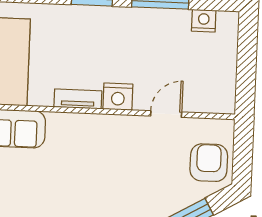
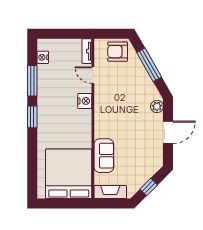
tv unit: (78, 99) -> (87, 51), moved

